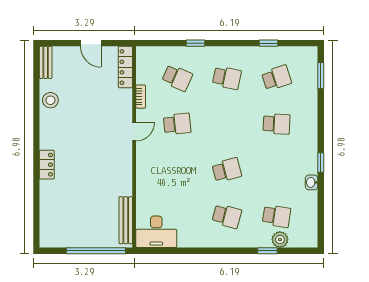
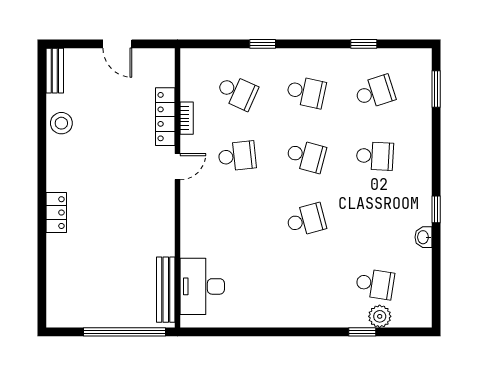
locker: (125, 67) -> (165, 117), moved
school desk: (227, 216) -> (306, 156), moved
desk: (156, 232) -> (202, 286), moved, turned 90

